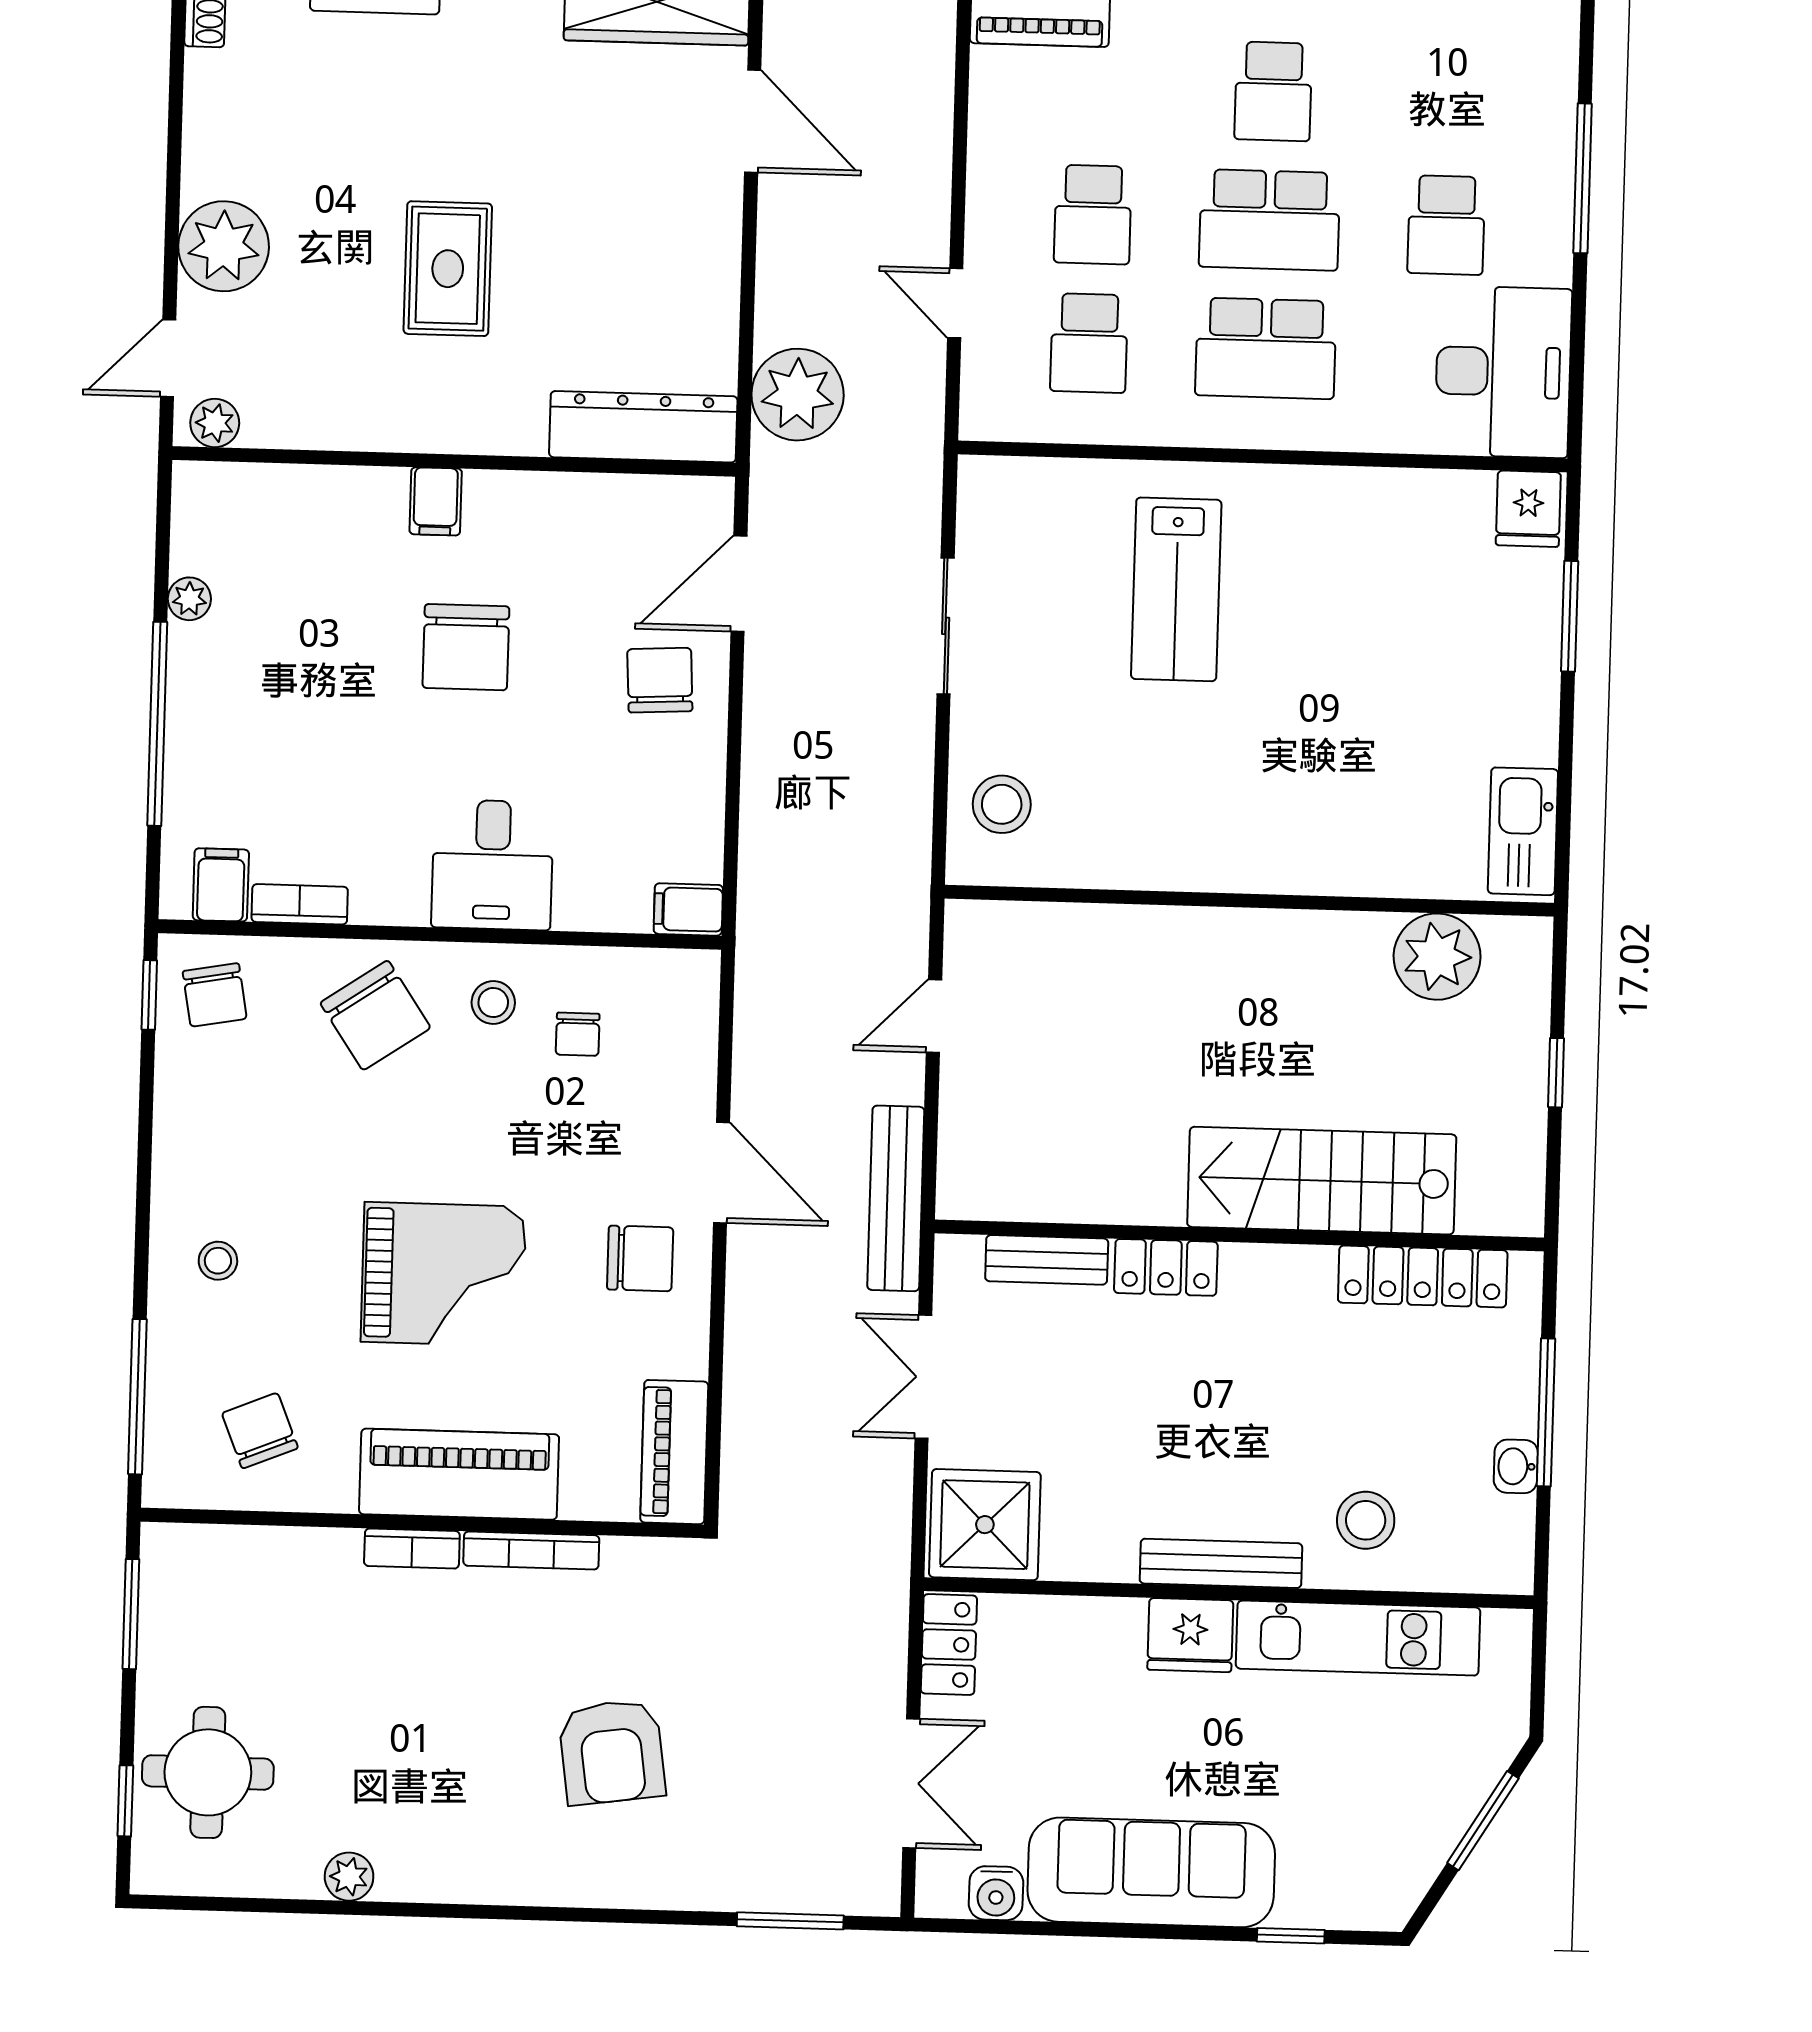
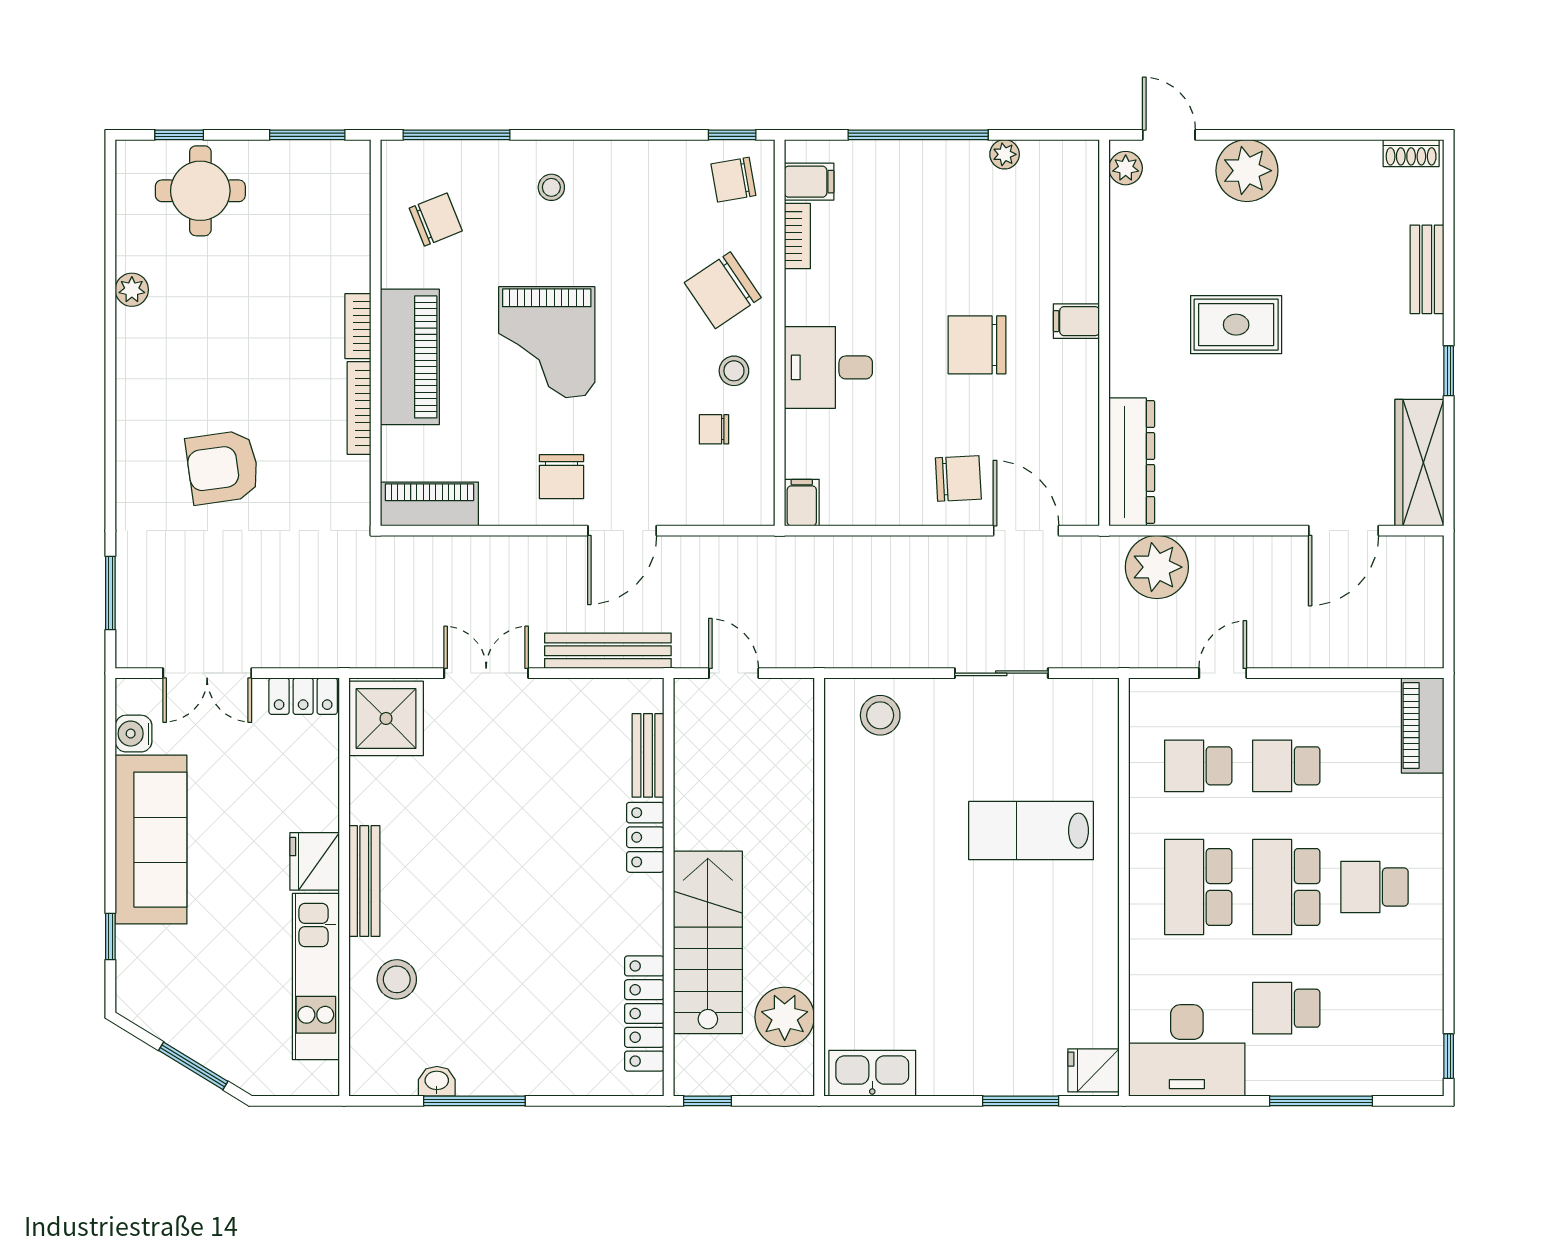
stairs: (1322, 1181) -> (708, 942), moved
wall: (1239, 1235) -> (669, 887), moved
bench: (1047, 1260) -> (648, 755), moved
locker: (1166, 1267) -> (645, 837), moved
locker: (1423, 1276) -> (644, 1014), moved

